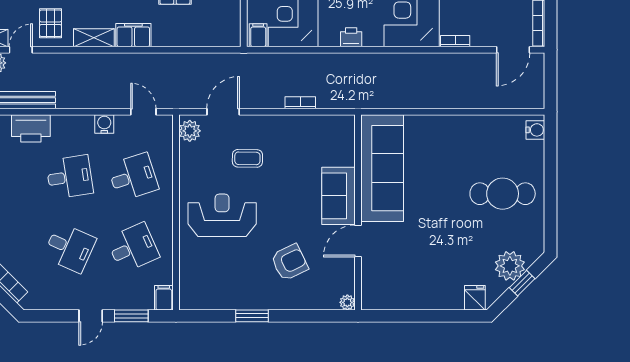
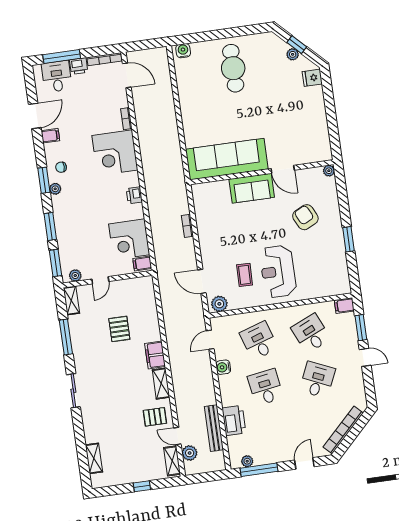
coffee table: (247, 158) -> (245, 275), moved
plant: (510, 266) -> (293, 54), width x0.53, depth x0.53

